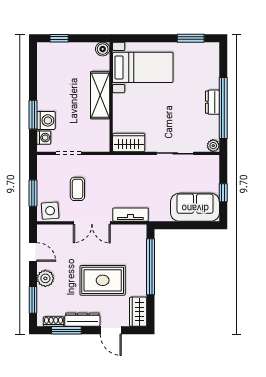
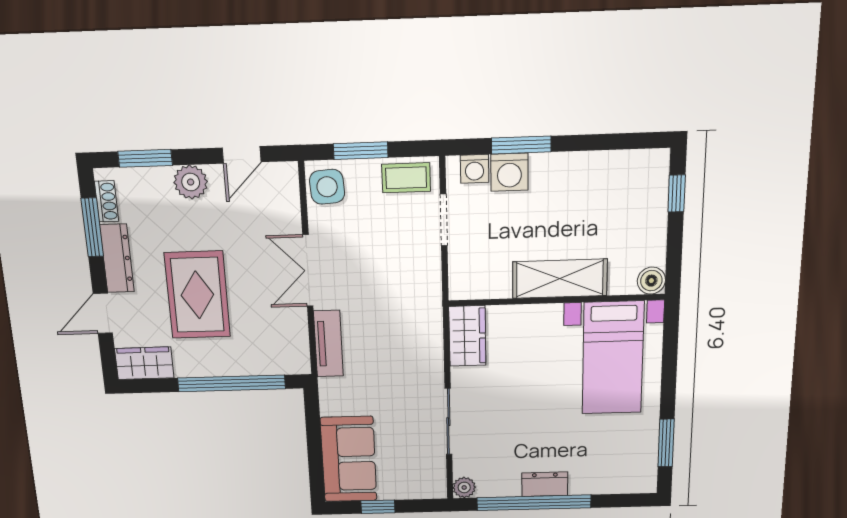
coffee table: (77, 189) -> (406, 178), moved

